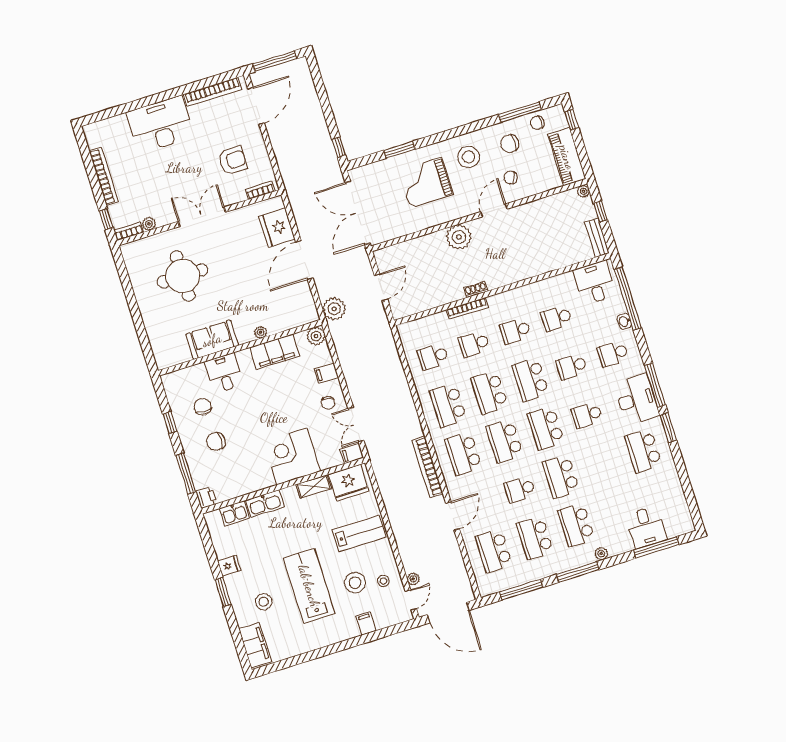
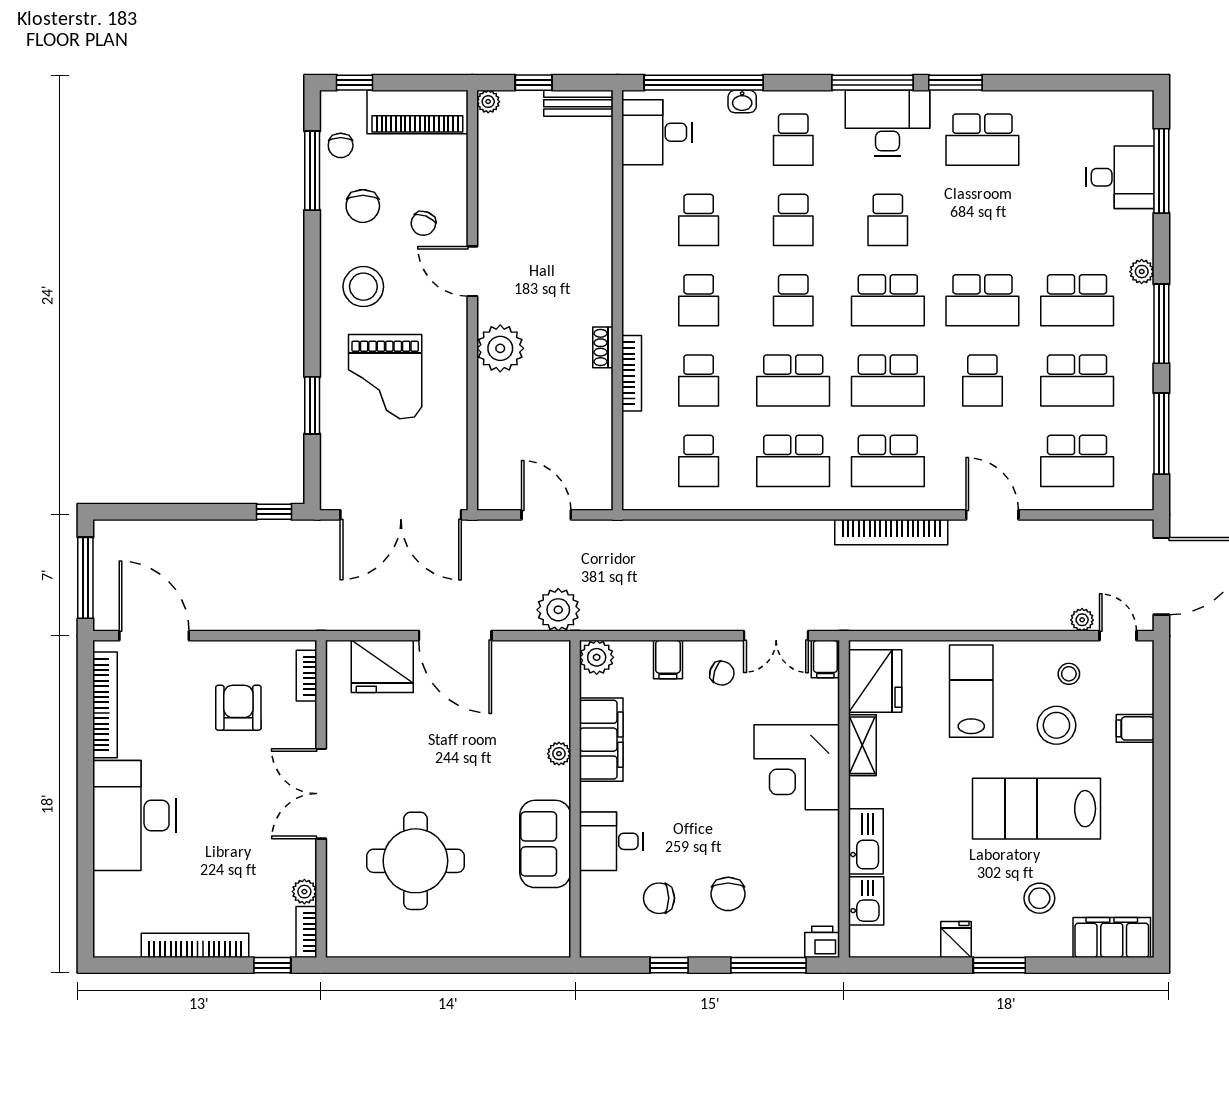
school desk: (531, 379) -> (793, 300), width x0.54

